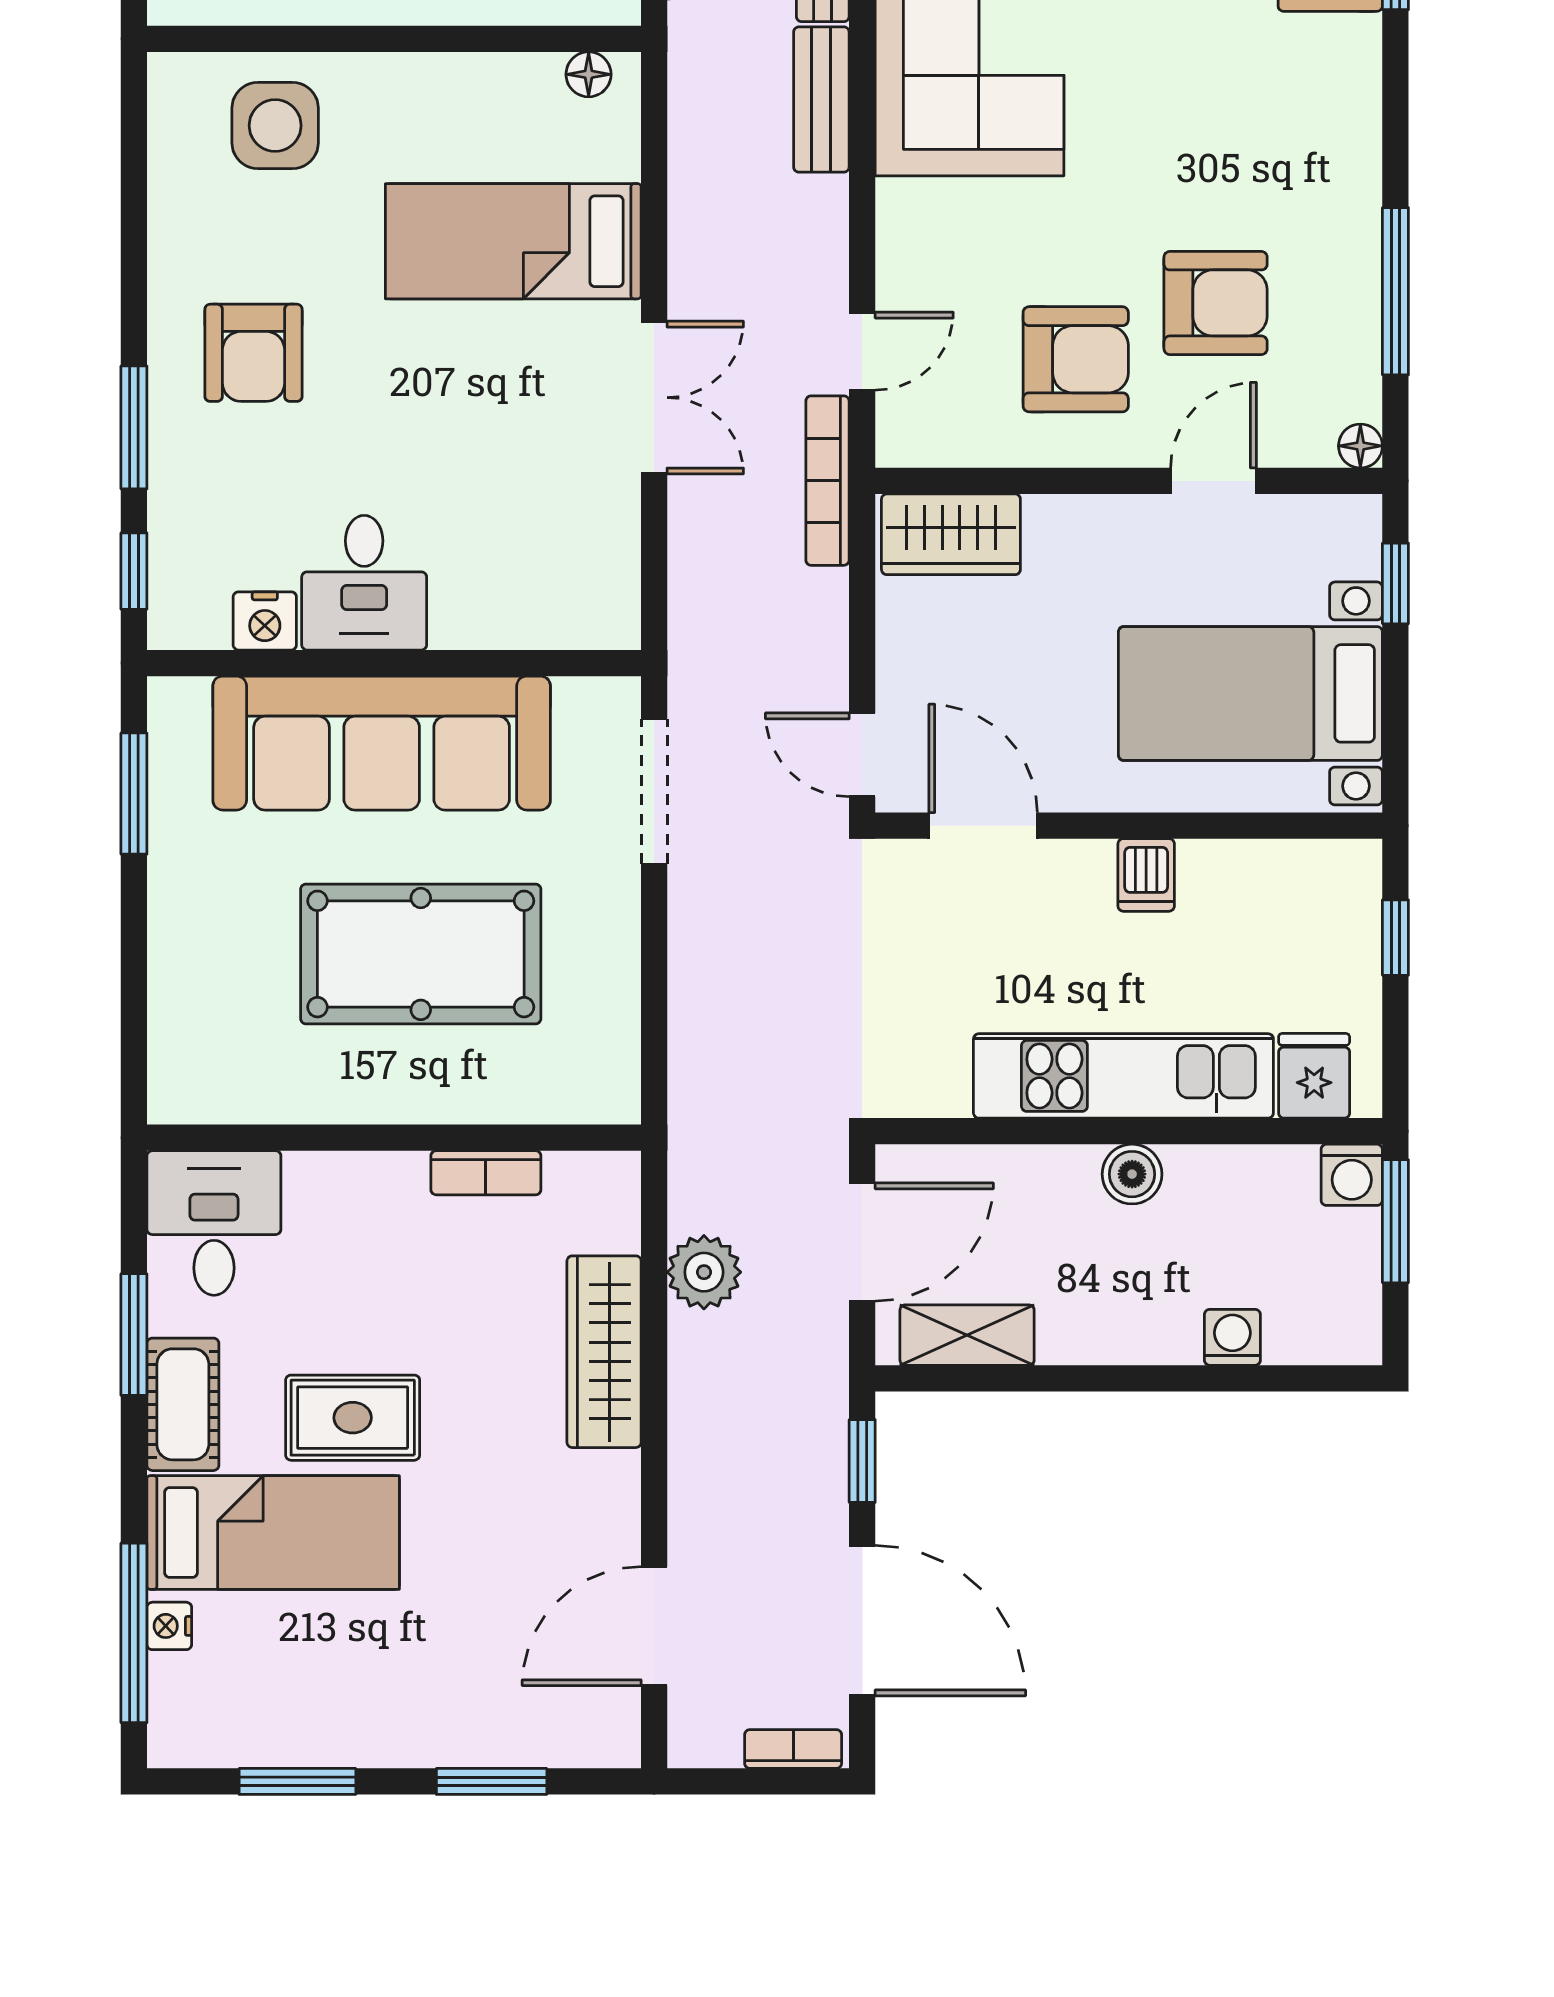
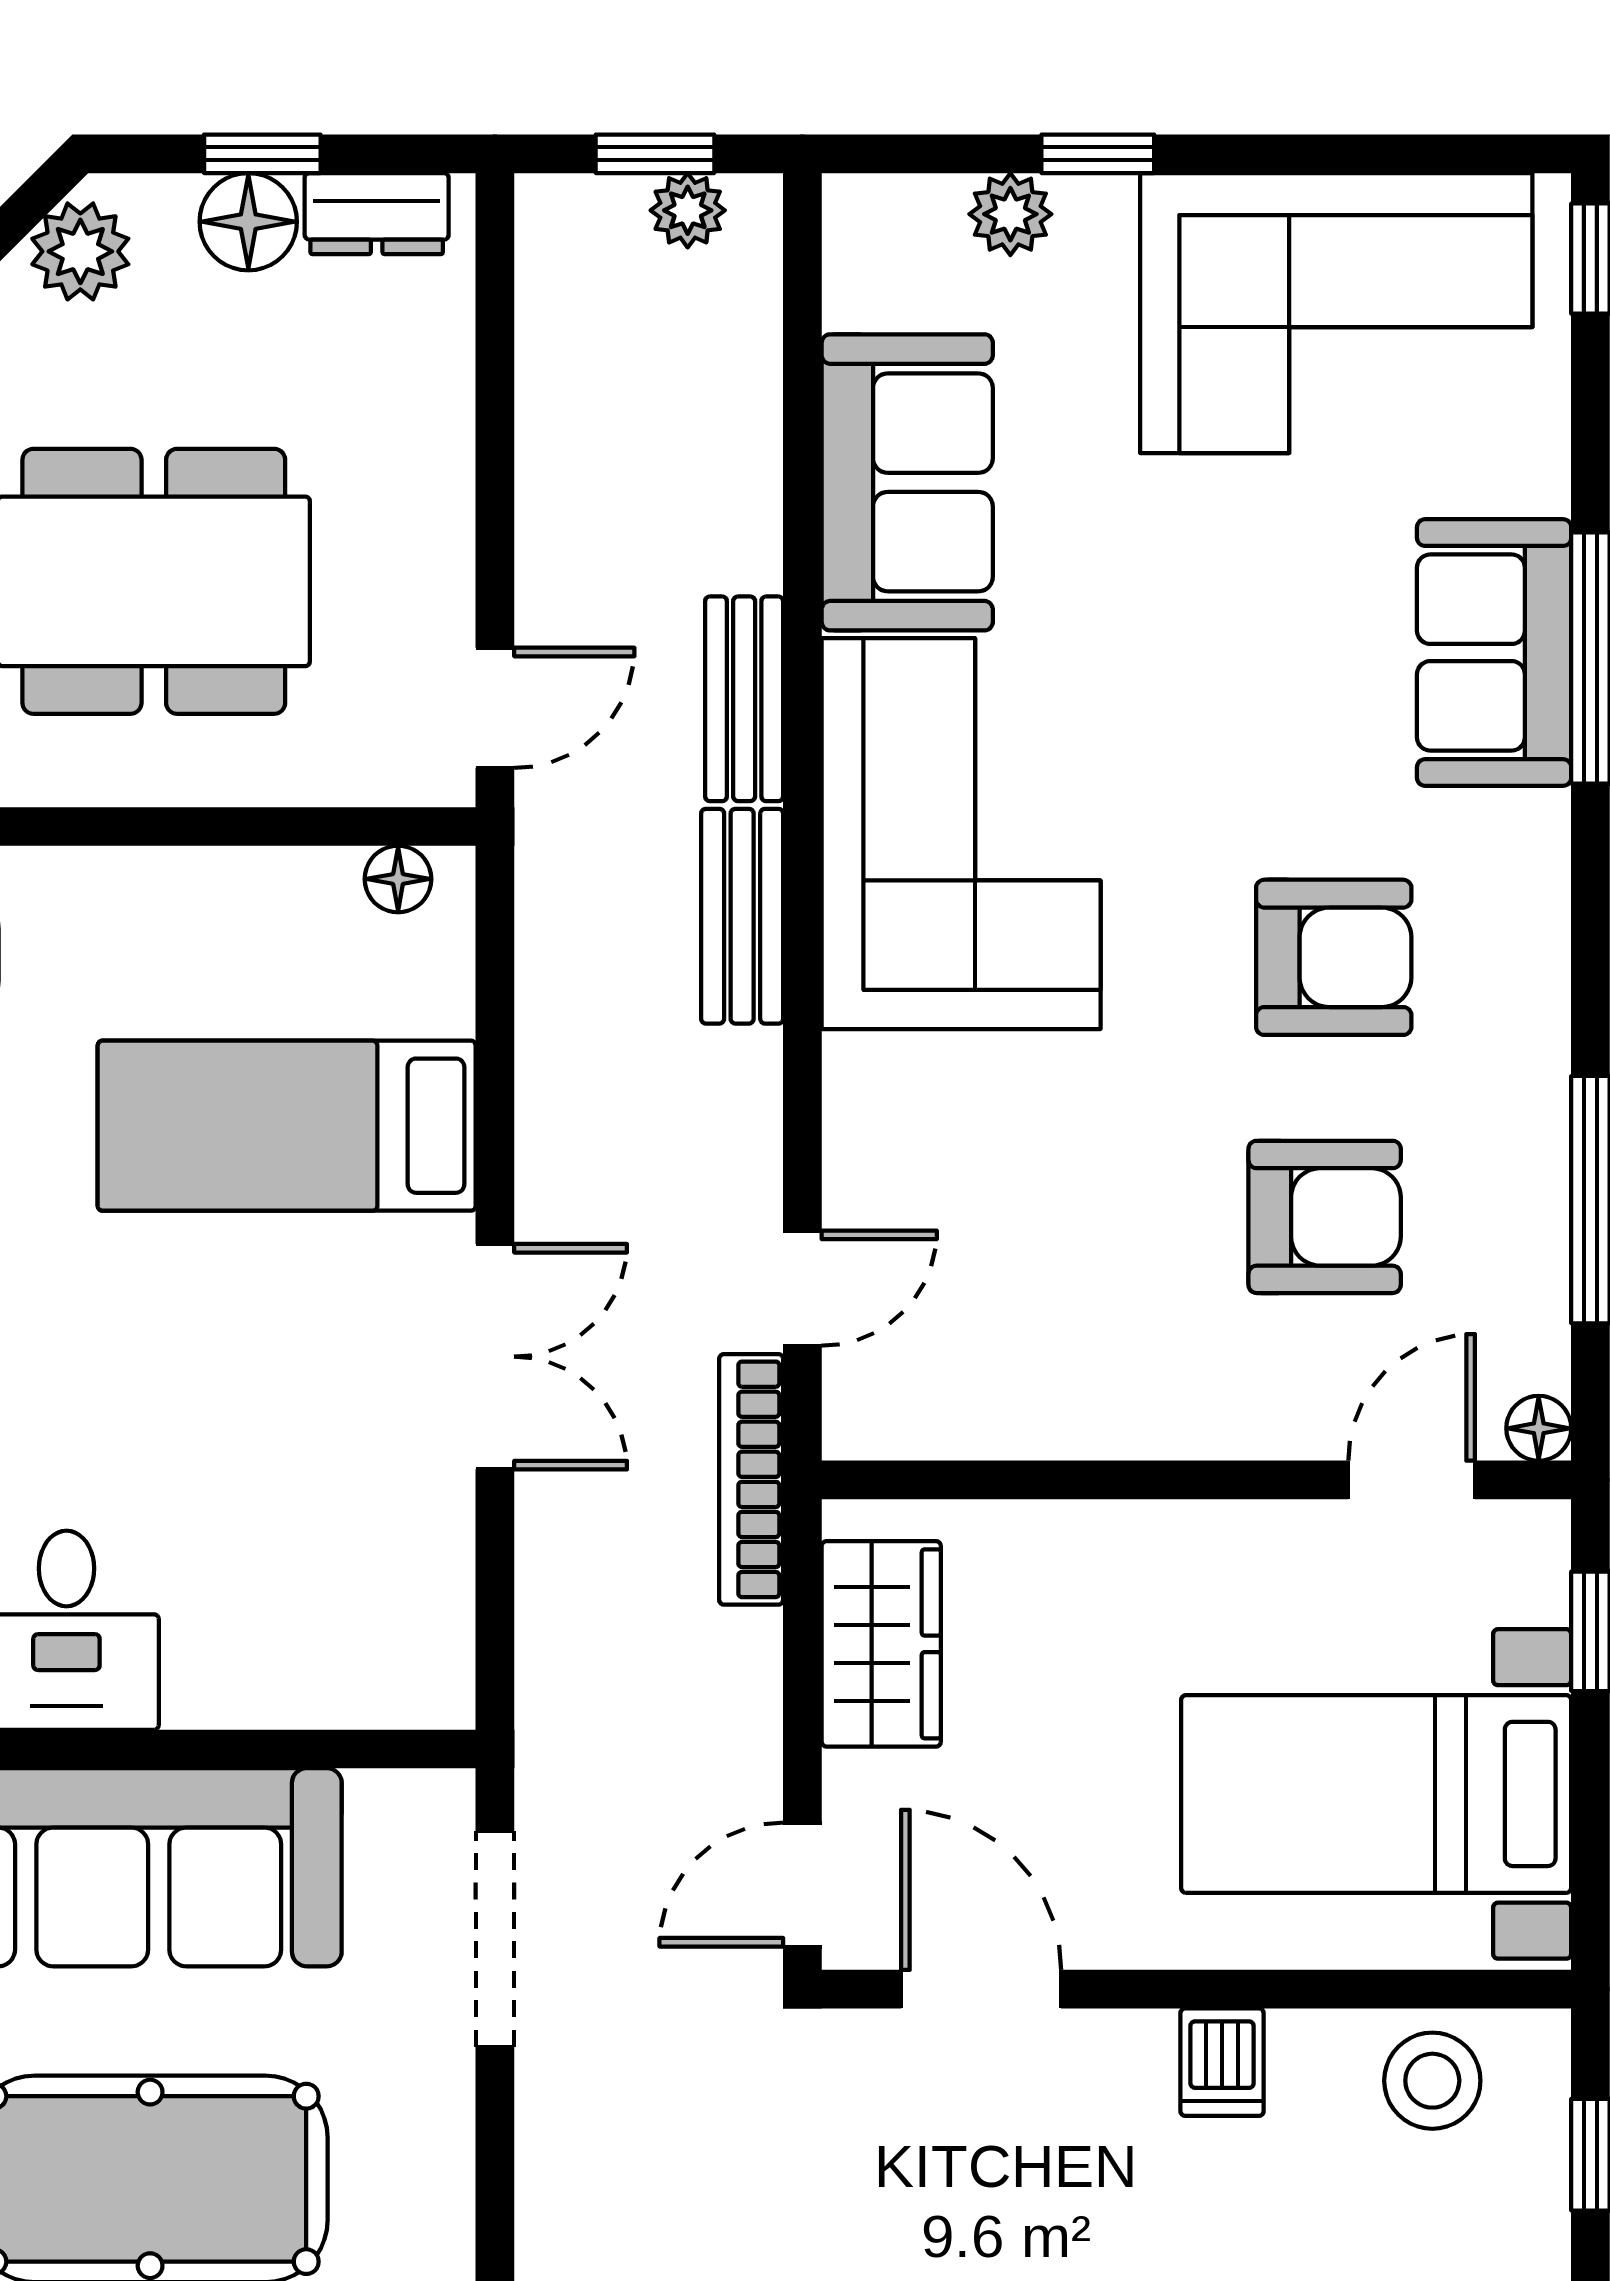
armchair: (1076, 359) -> (1334, 957), moved
door: (1213, 481) -> (1412, 1480), moved
wardrobe: (951, 534) -> (881, 1644), moved, turned -90
door: (862, 755) -> (802, 1885), hinge flipped
stool: (1288, 887) -> (1432, 2081), added

